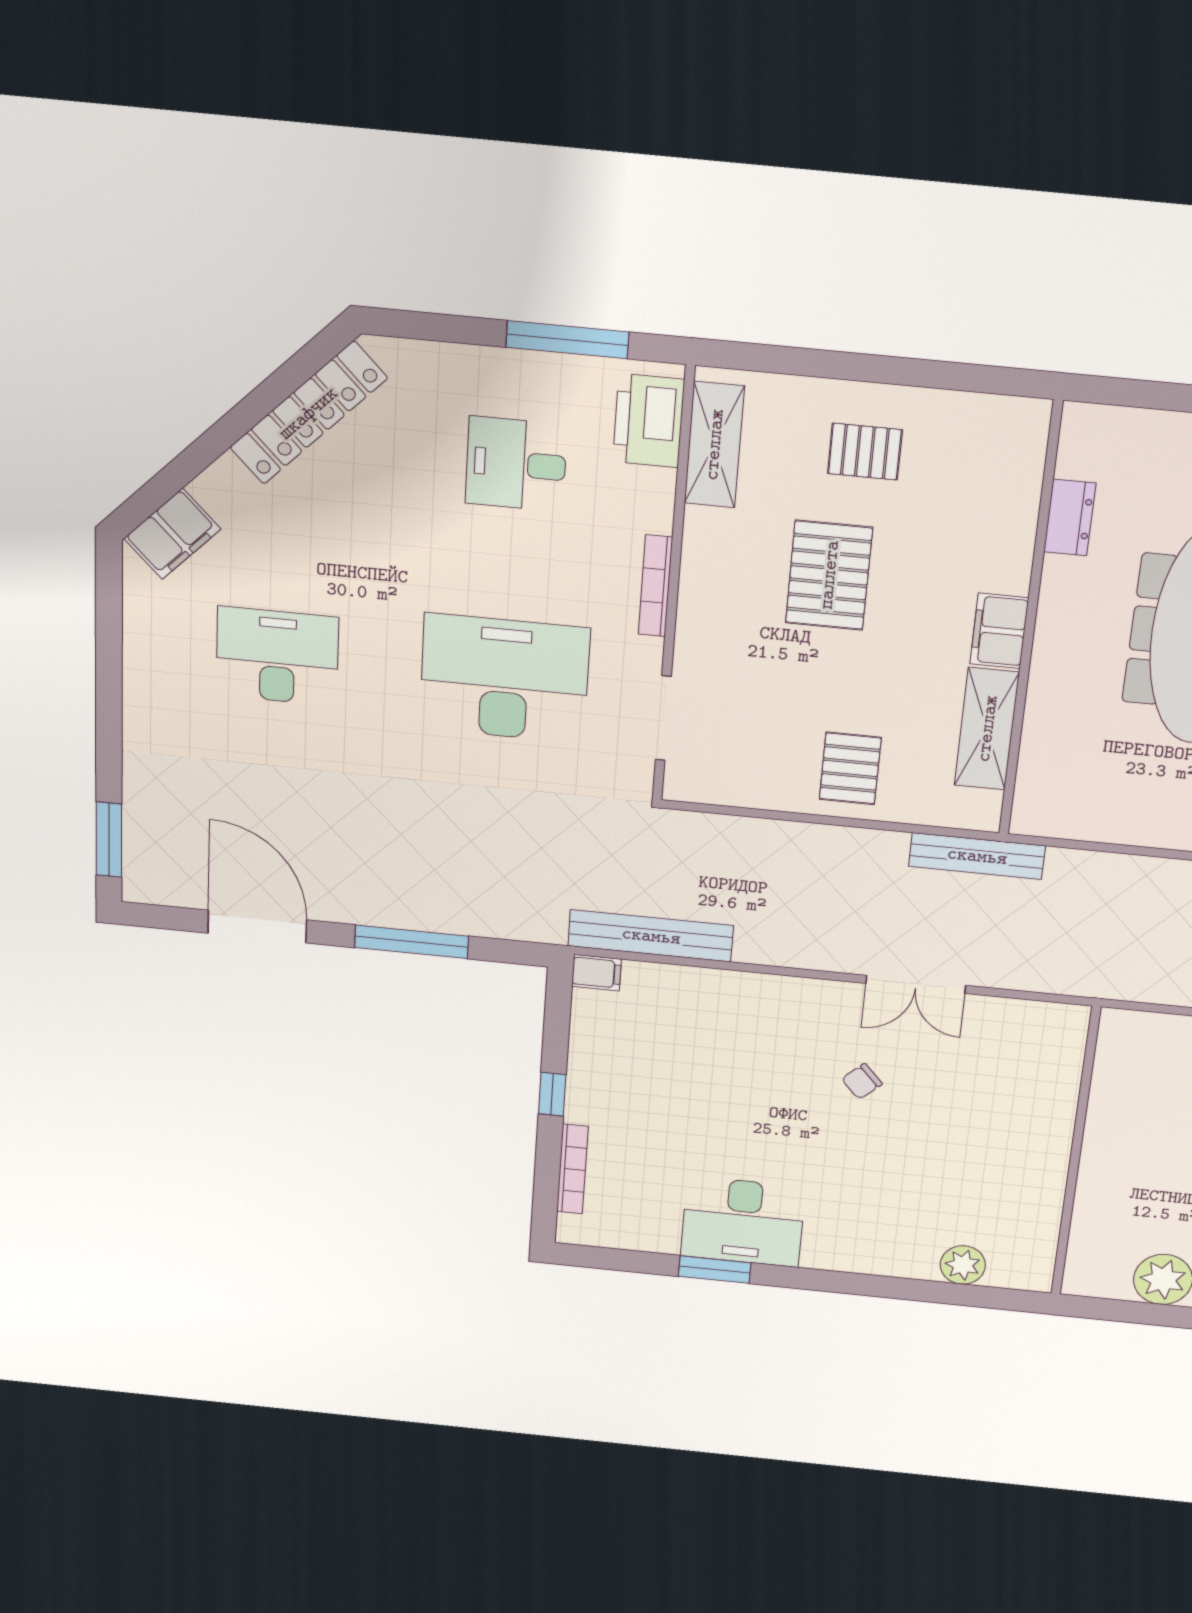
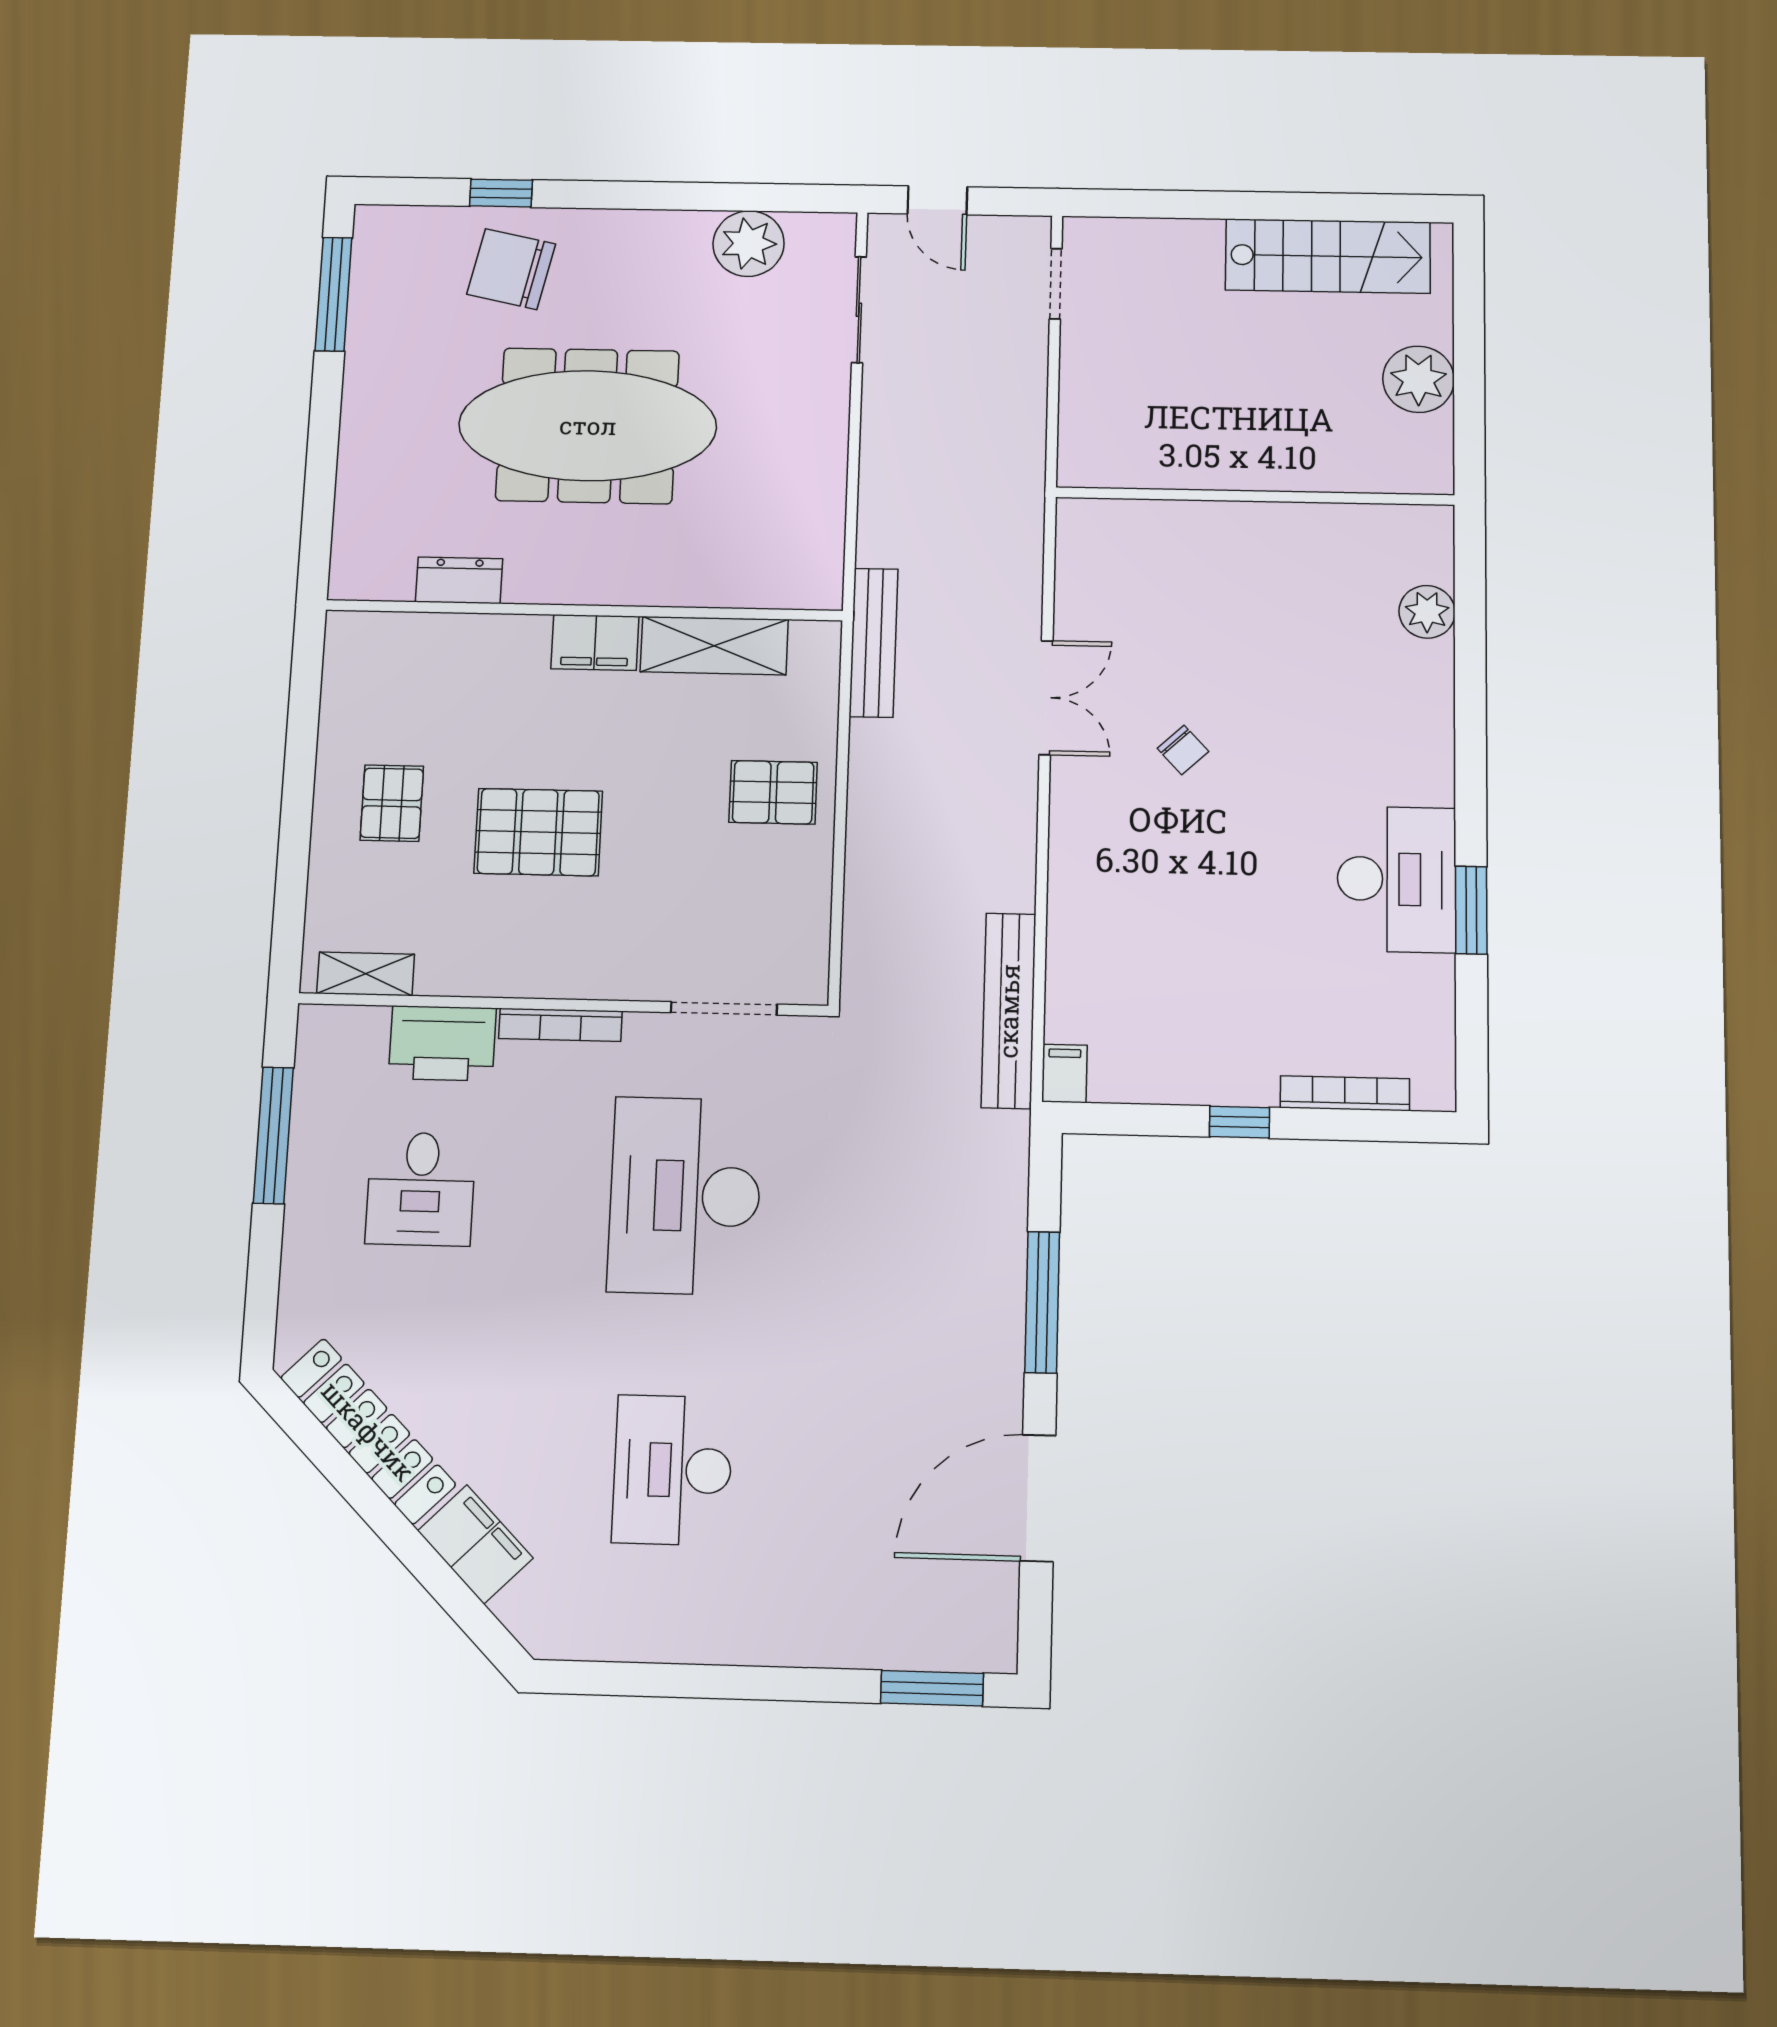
printer: (649, 421) -> (442, 1043), moved
shelving: (714, 445) -> (366, 974), width x0.67, depth x0.75
filing cabinet: (172, 534) -> (475, 1544), moved

